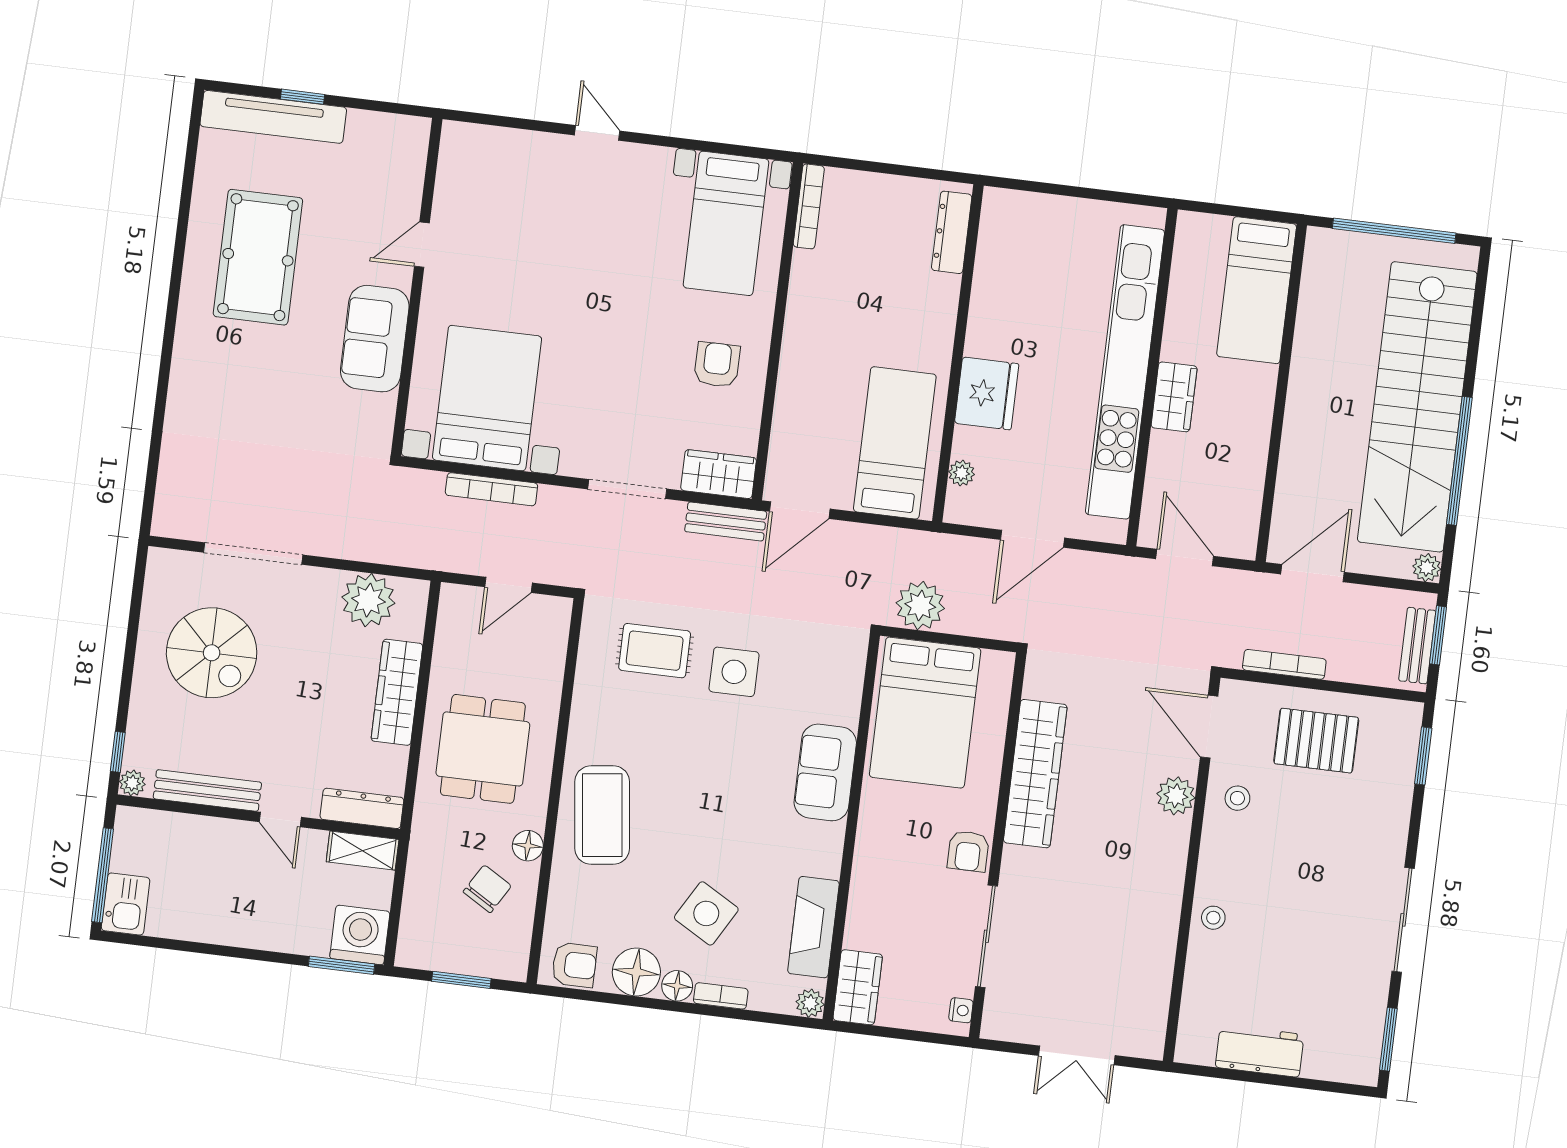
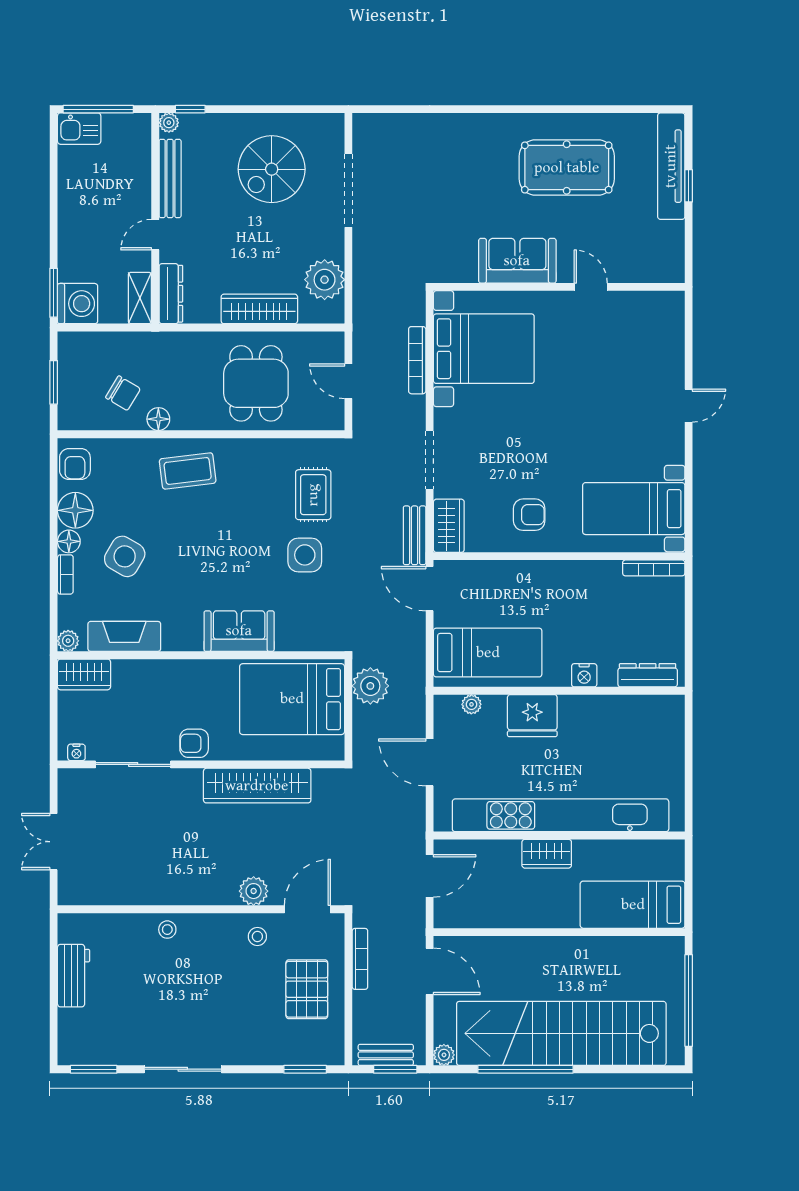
nightstand: (941, 317) -> (584, 675), added
dining table: (483, 749) -> (256, 383), moved, turned 90
coffee table: (602, 815) -> (188, 471), width x0.73, depth x0.76

